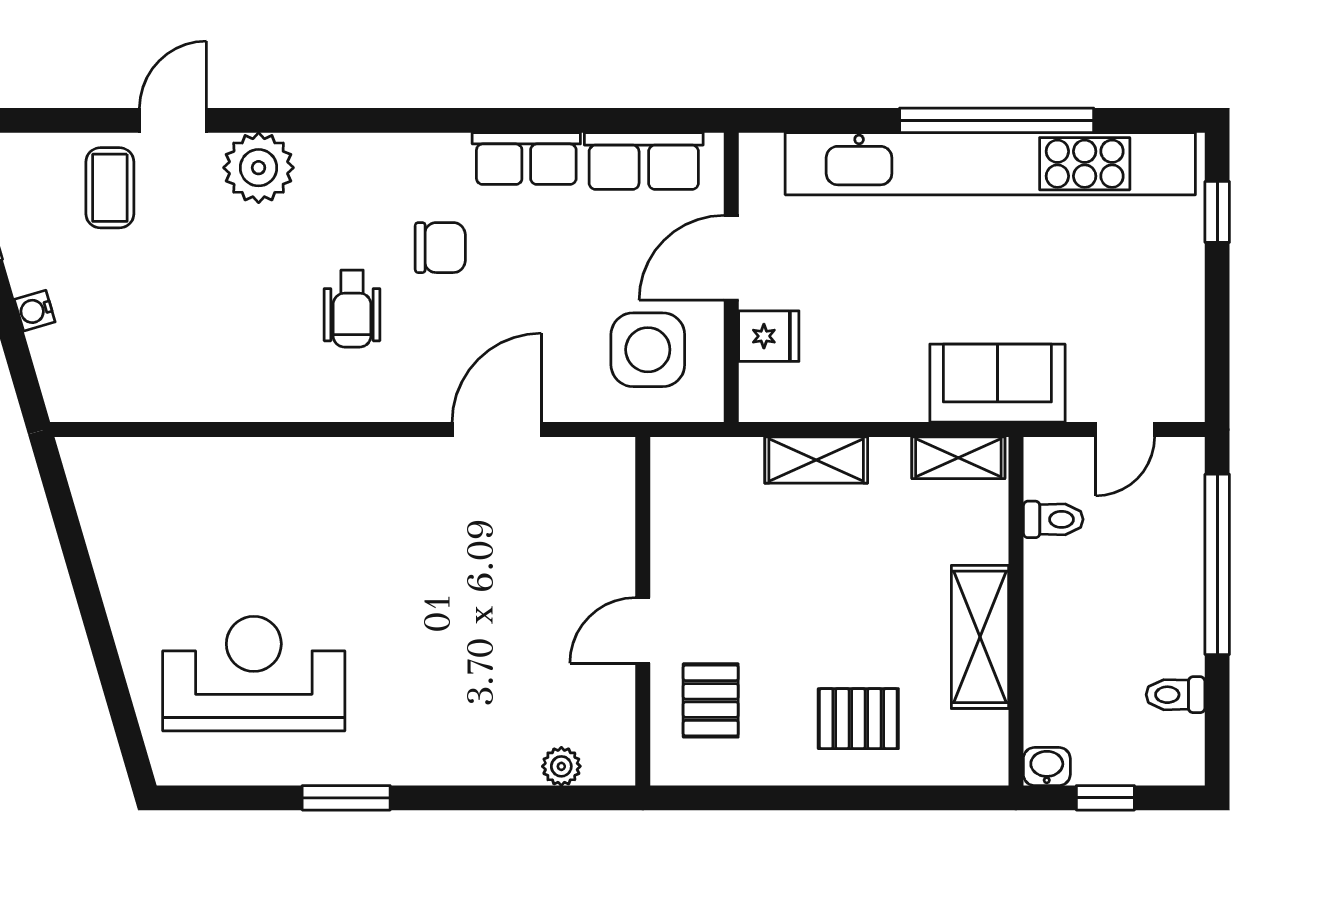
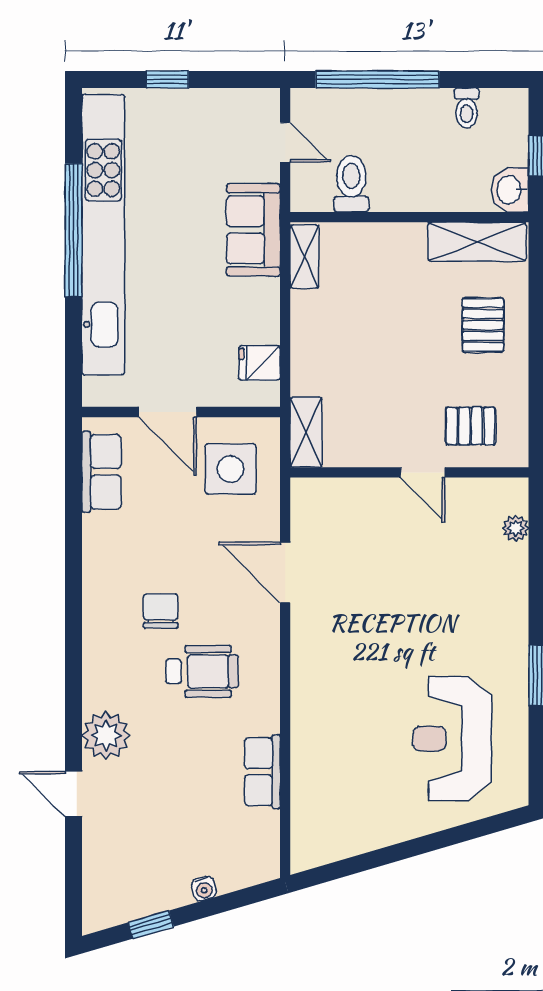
row of seats: (526, 158) -> (262, 772), moved, turned 180
coffee table: (110, 188) -> (120, 837), removed
window: (1217, 212) -> (167, 79), moved
wheelchair: (352, 309) -> (202, 671), width x1.36, depth x1.37
fridge: (769, 336) -> (259, 363), moved, turned -90
shelving: (816, 460) -> (306, 432), moved
toilet: (1053, 519) -> (351, 184), width x1.37, depth x1.39
shelving: (980, 637) -> (477, 242), moved
washbasin: (1047, 766) -> (510, 190), width x1.38, depth x1.45

